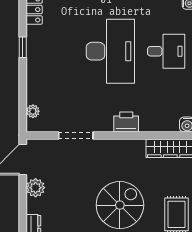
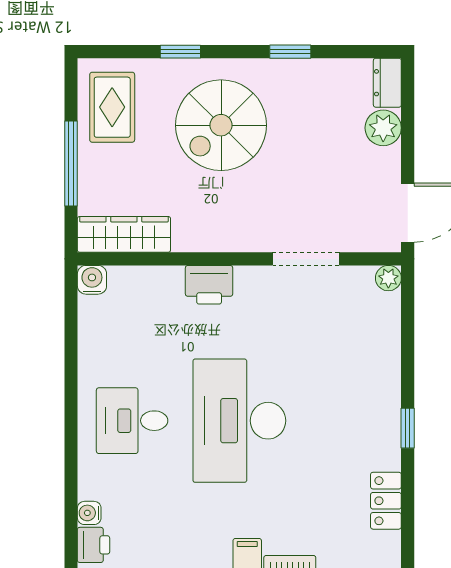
plant: (33, 111) -> (388, 278), moved
plant: (36, 188) -> (383, 128), moved

